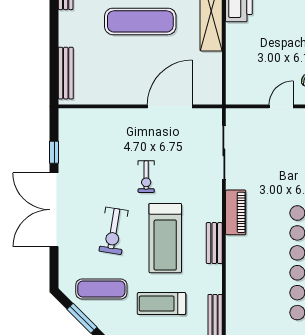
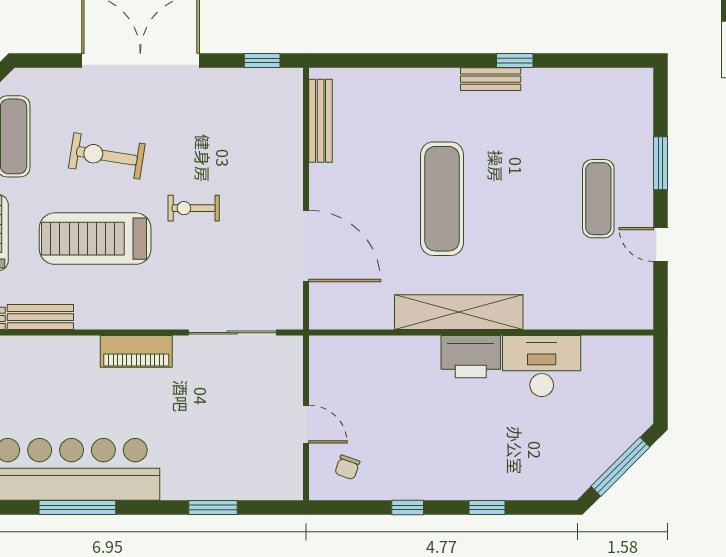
bench: (66, 73) -> (321, 121), moved, turned 90
window: (54, 152) -> (262, 61), moved
bench: (214, 243) -> (40, 317), moved

